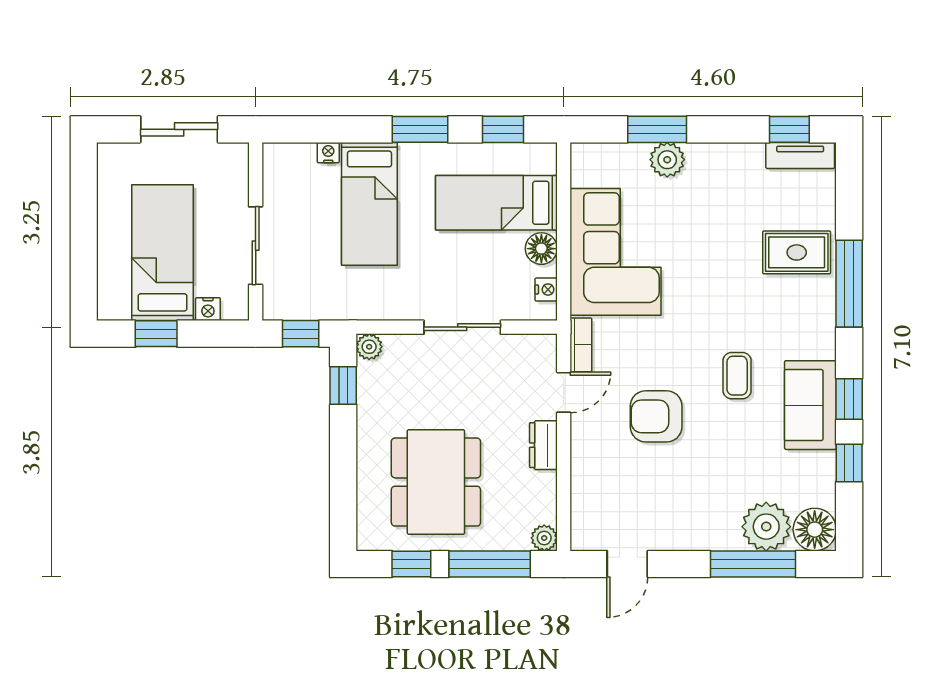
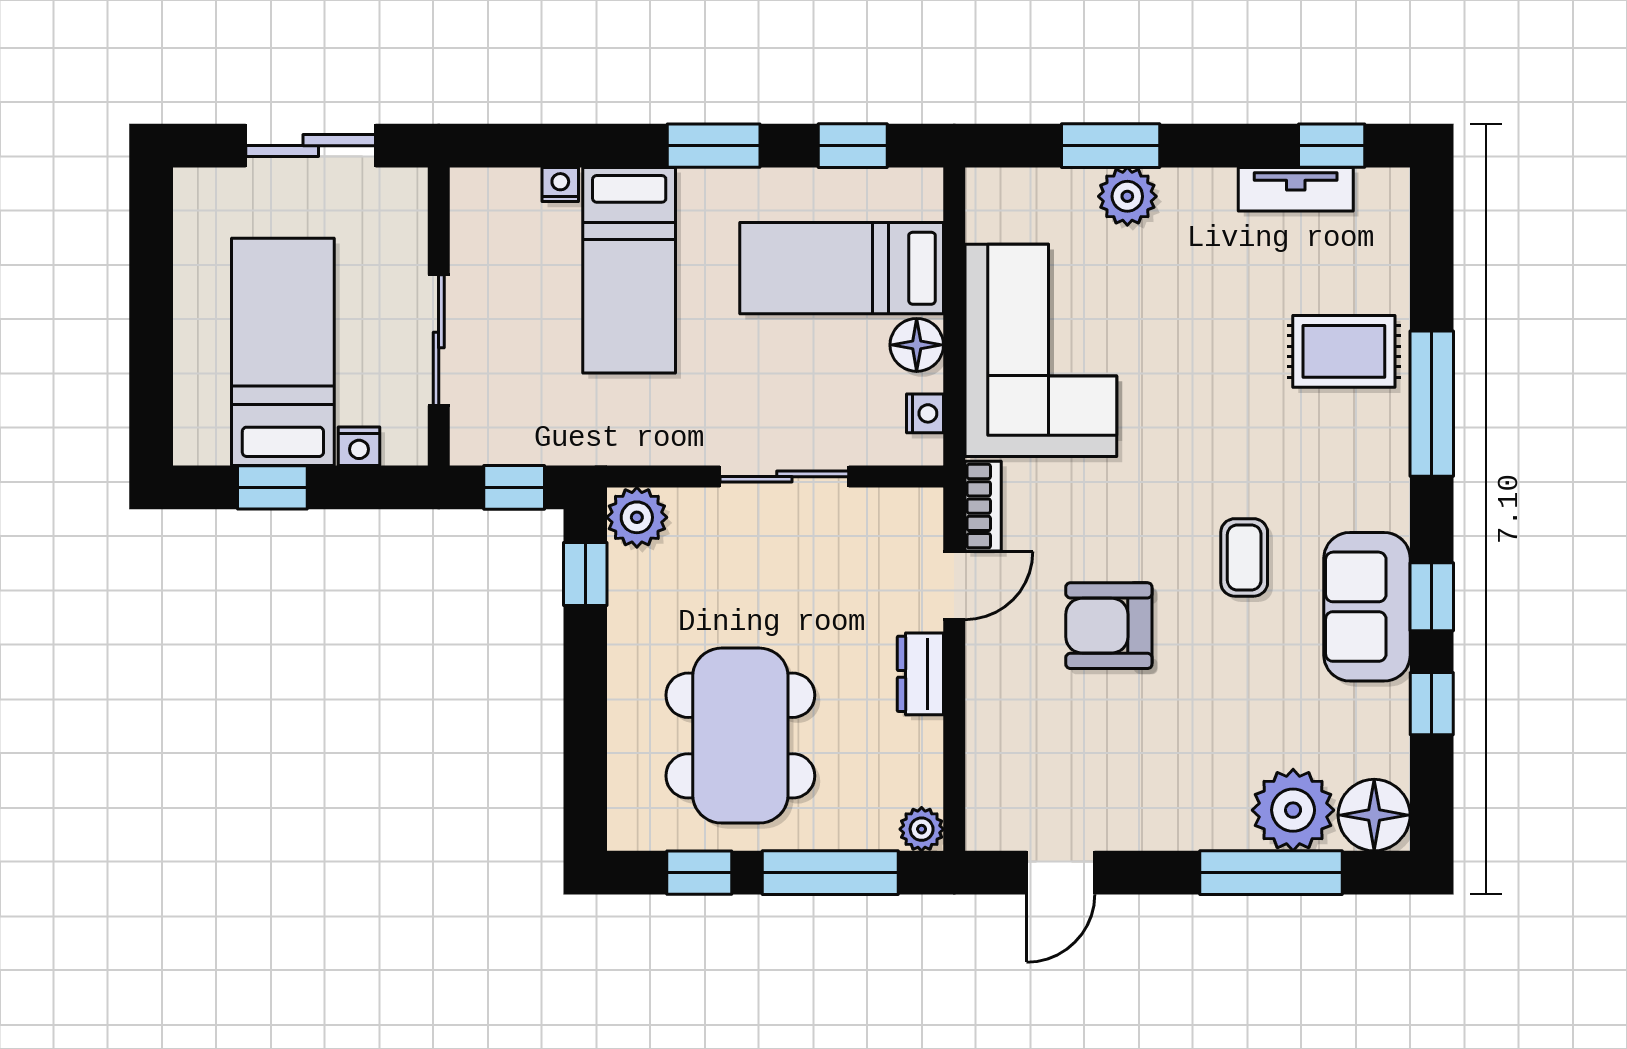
tv unit: (800, 155) -> (1296, 189), moved
plant: (369, 347) -> (637, 517), width x1.38, depth x1.38

